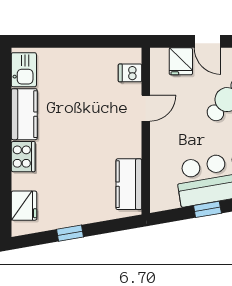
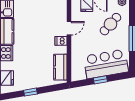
dishwasher: (130, 73) -> (61, 41), moved

